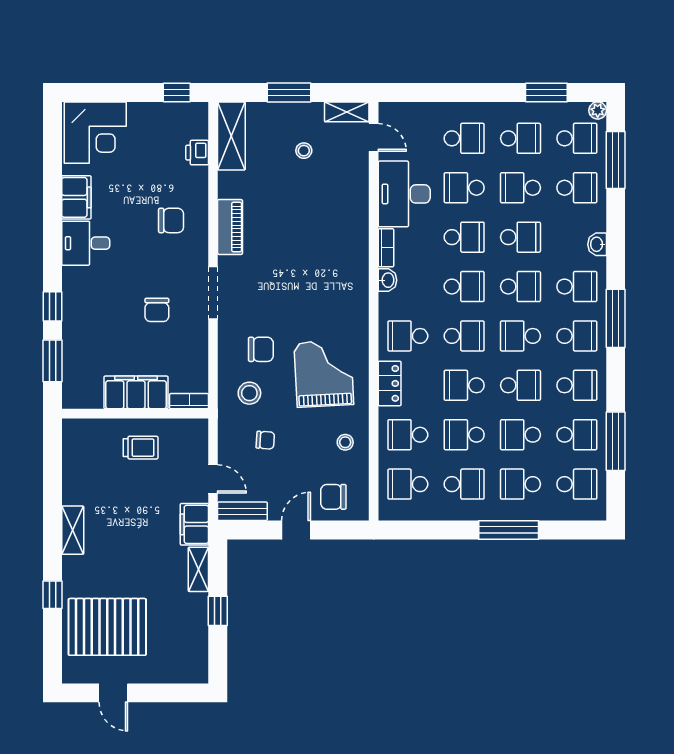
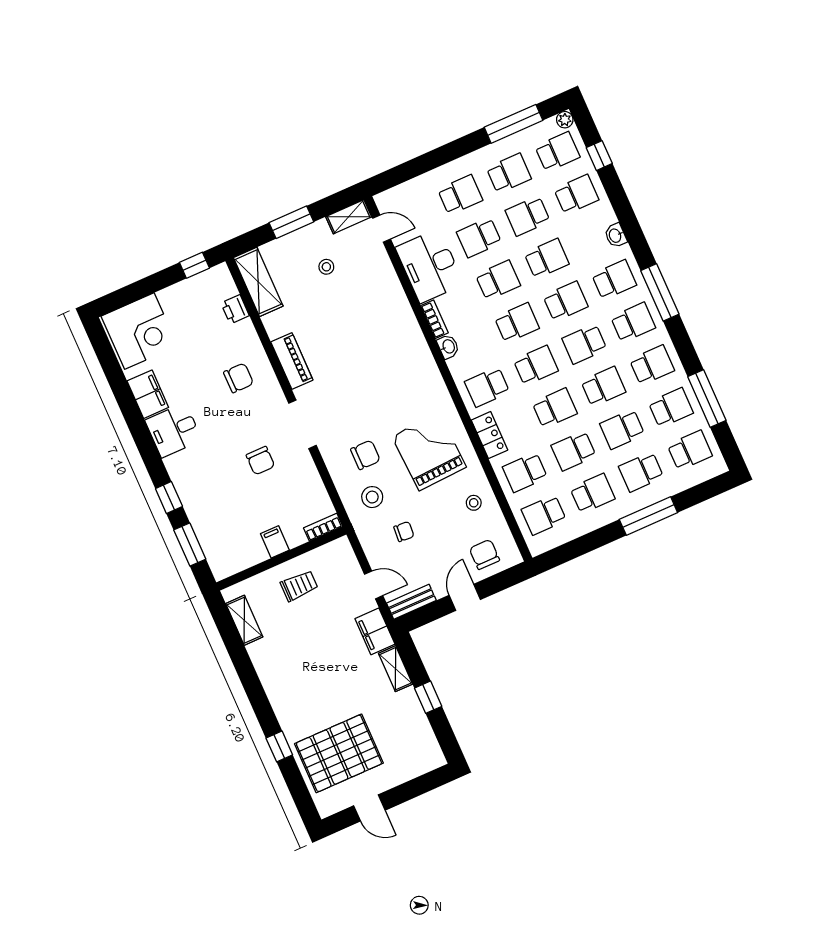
window: (546, 92) -> (514, 124), width x1.44
window: (616, 160) -> (599, 156), width x0.46
school desk: (464, 385) -> (555, 408), turned 180
filing cabinet: (136, 392) -> (275, 542), width x0.33, depth x0.86
chair: (333, 497) -> (484, 554), turned 90
shelving: (73, 530) -> (244, 620), moved

